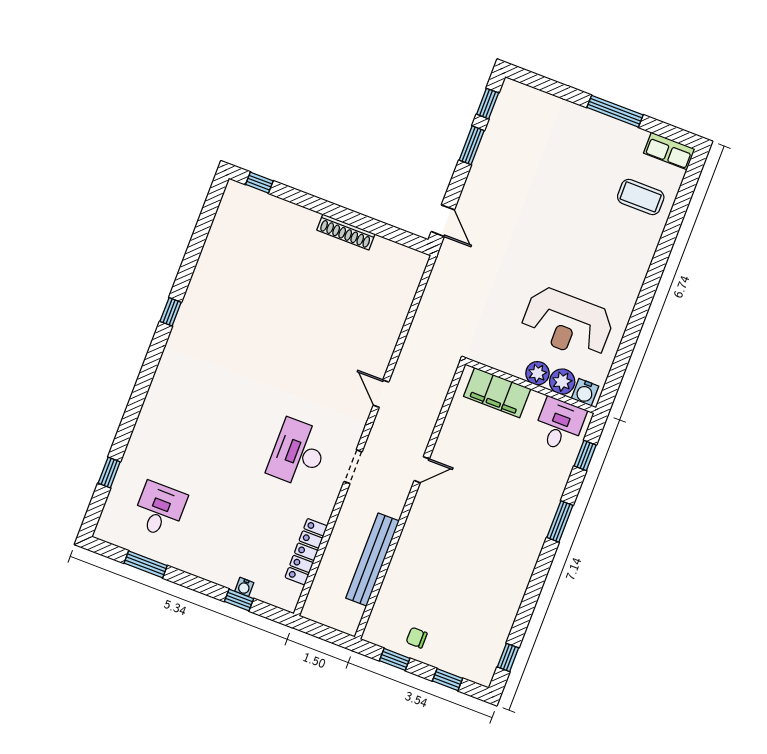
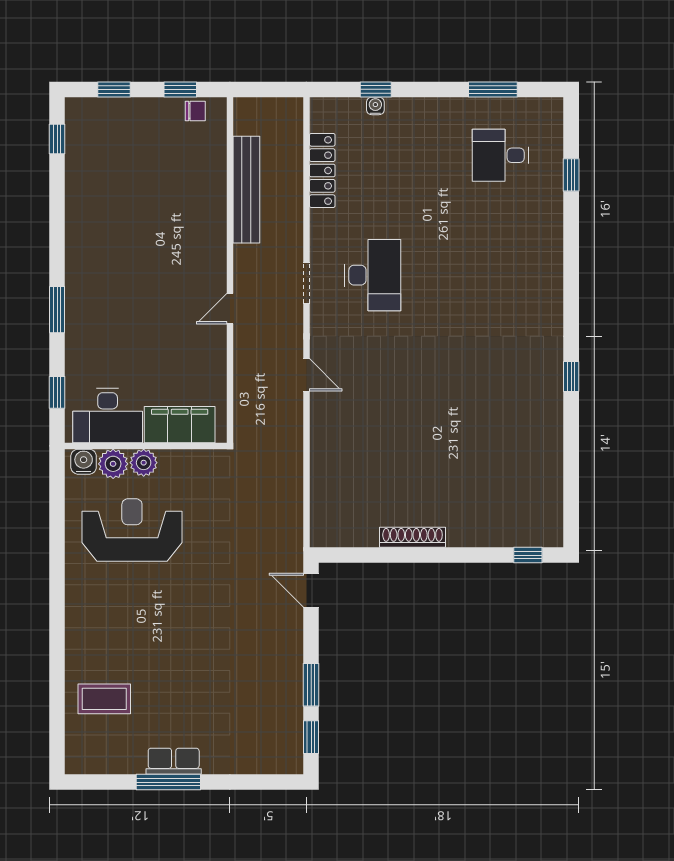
row of seats: (669, 151) -> (174, 761), moved
desk: (559, 425) -> (108, 416), width x1.37
desk: (160, 510) -> (500, 155), turned 90
chair: (417, 638) -> (195, 111), moved

